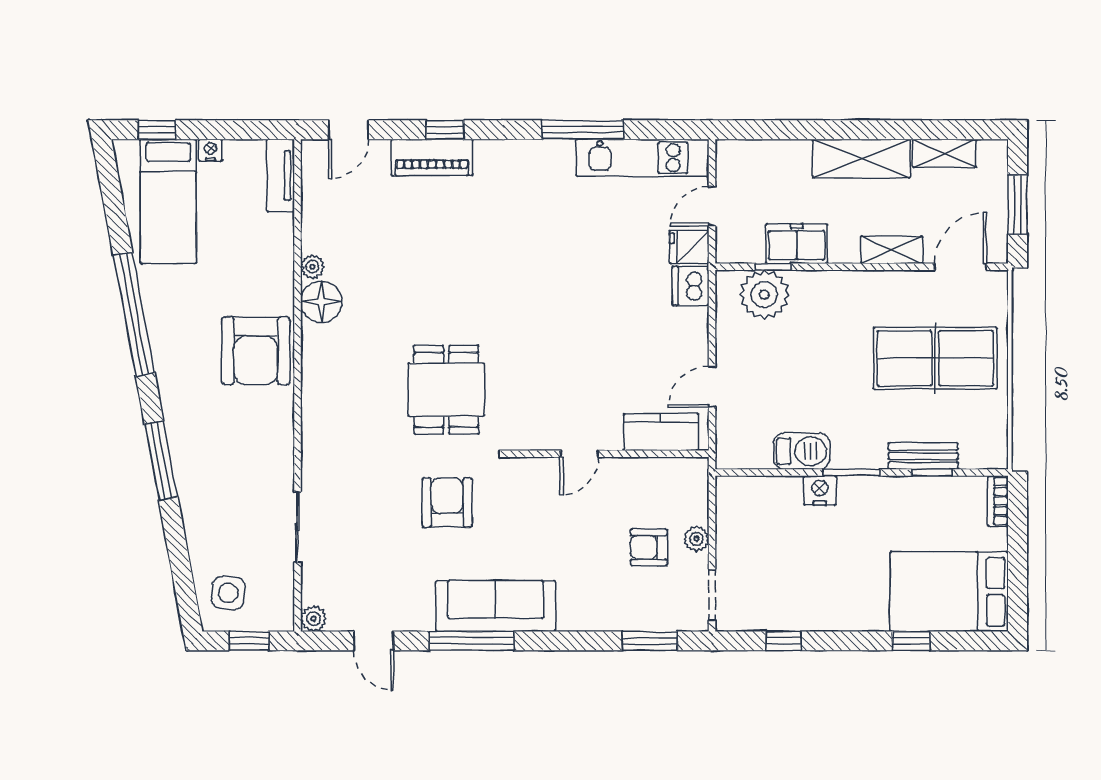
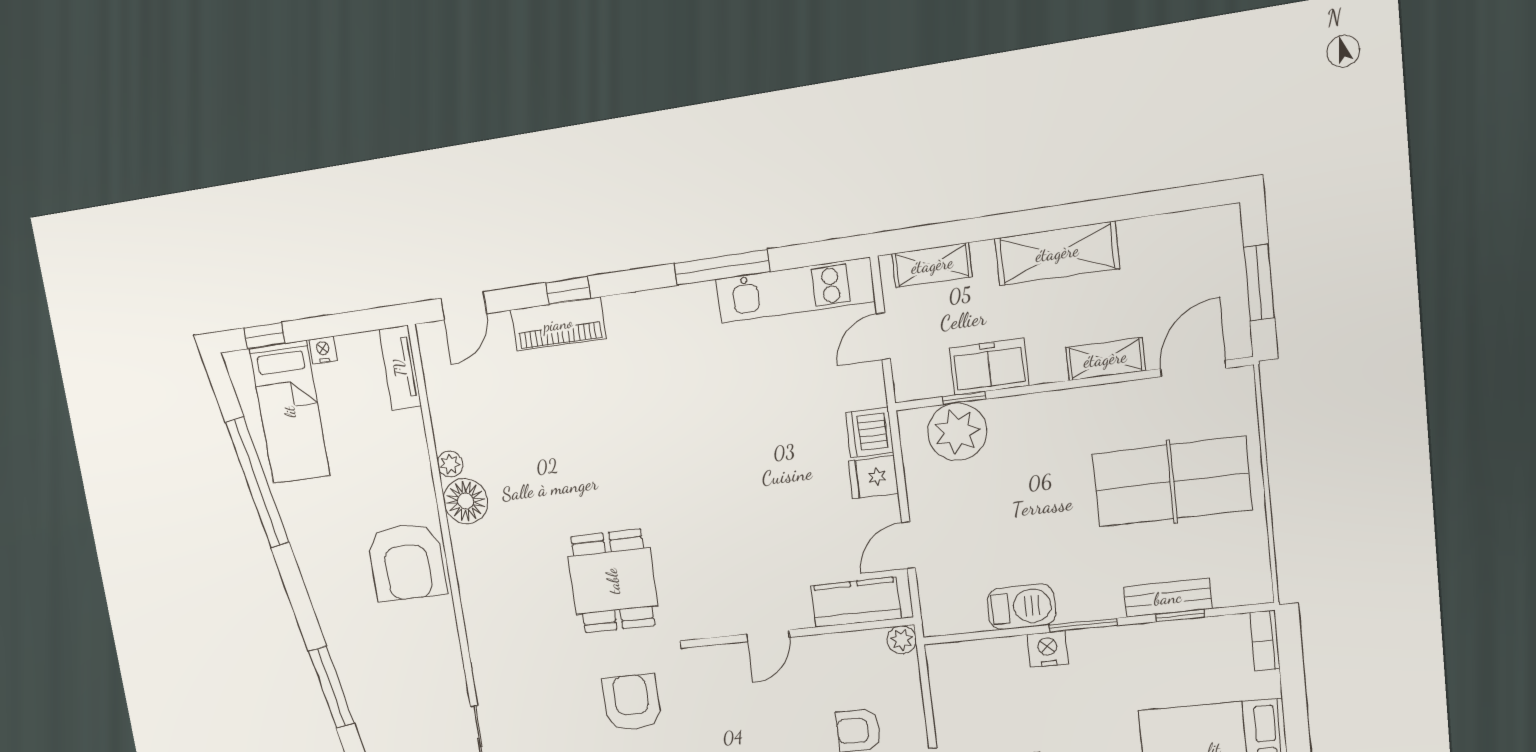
shelving: (944, 153) -> (932, 265), moved
fridge: (689, 247) -> (873, 477), moved
window: (134, 314) -> (257, 482), moved
plant: (696, 539) -> (902, 640), moved

